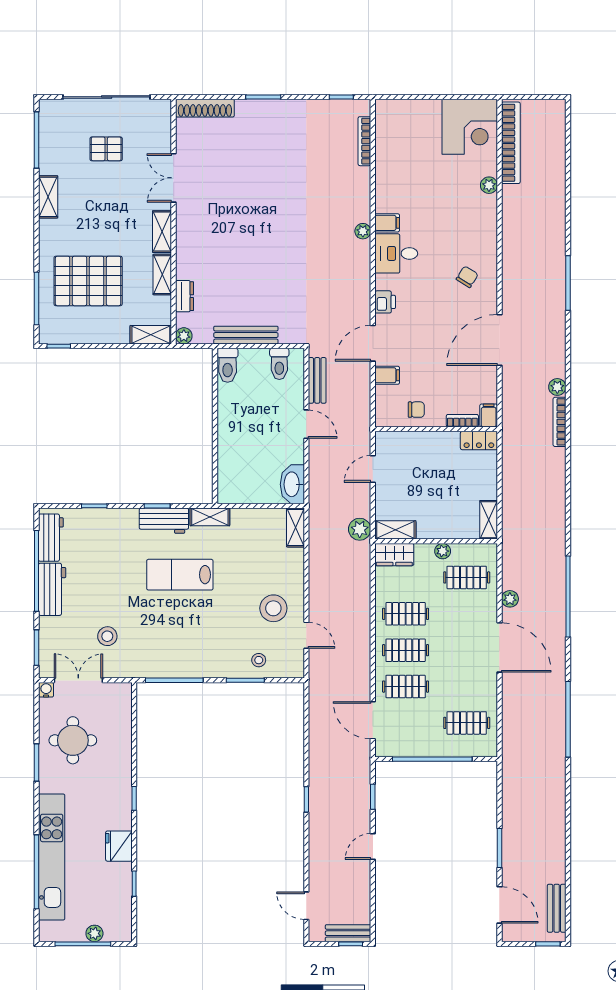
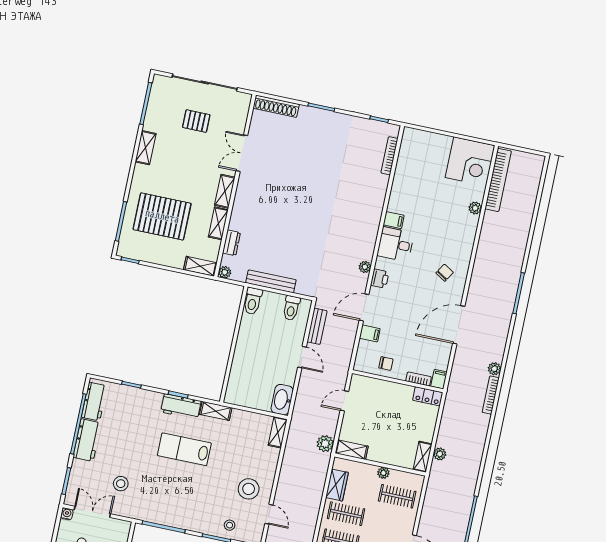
plant: (363, 231) -> (365, 267), moved
wardrobe: (394, 555) -> (337, 485), moved, turned -90
plant: (510, 599) -> (440, 454), moved

